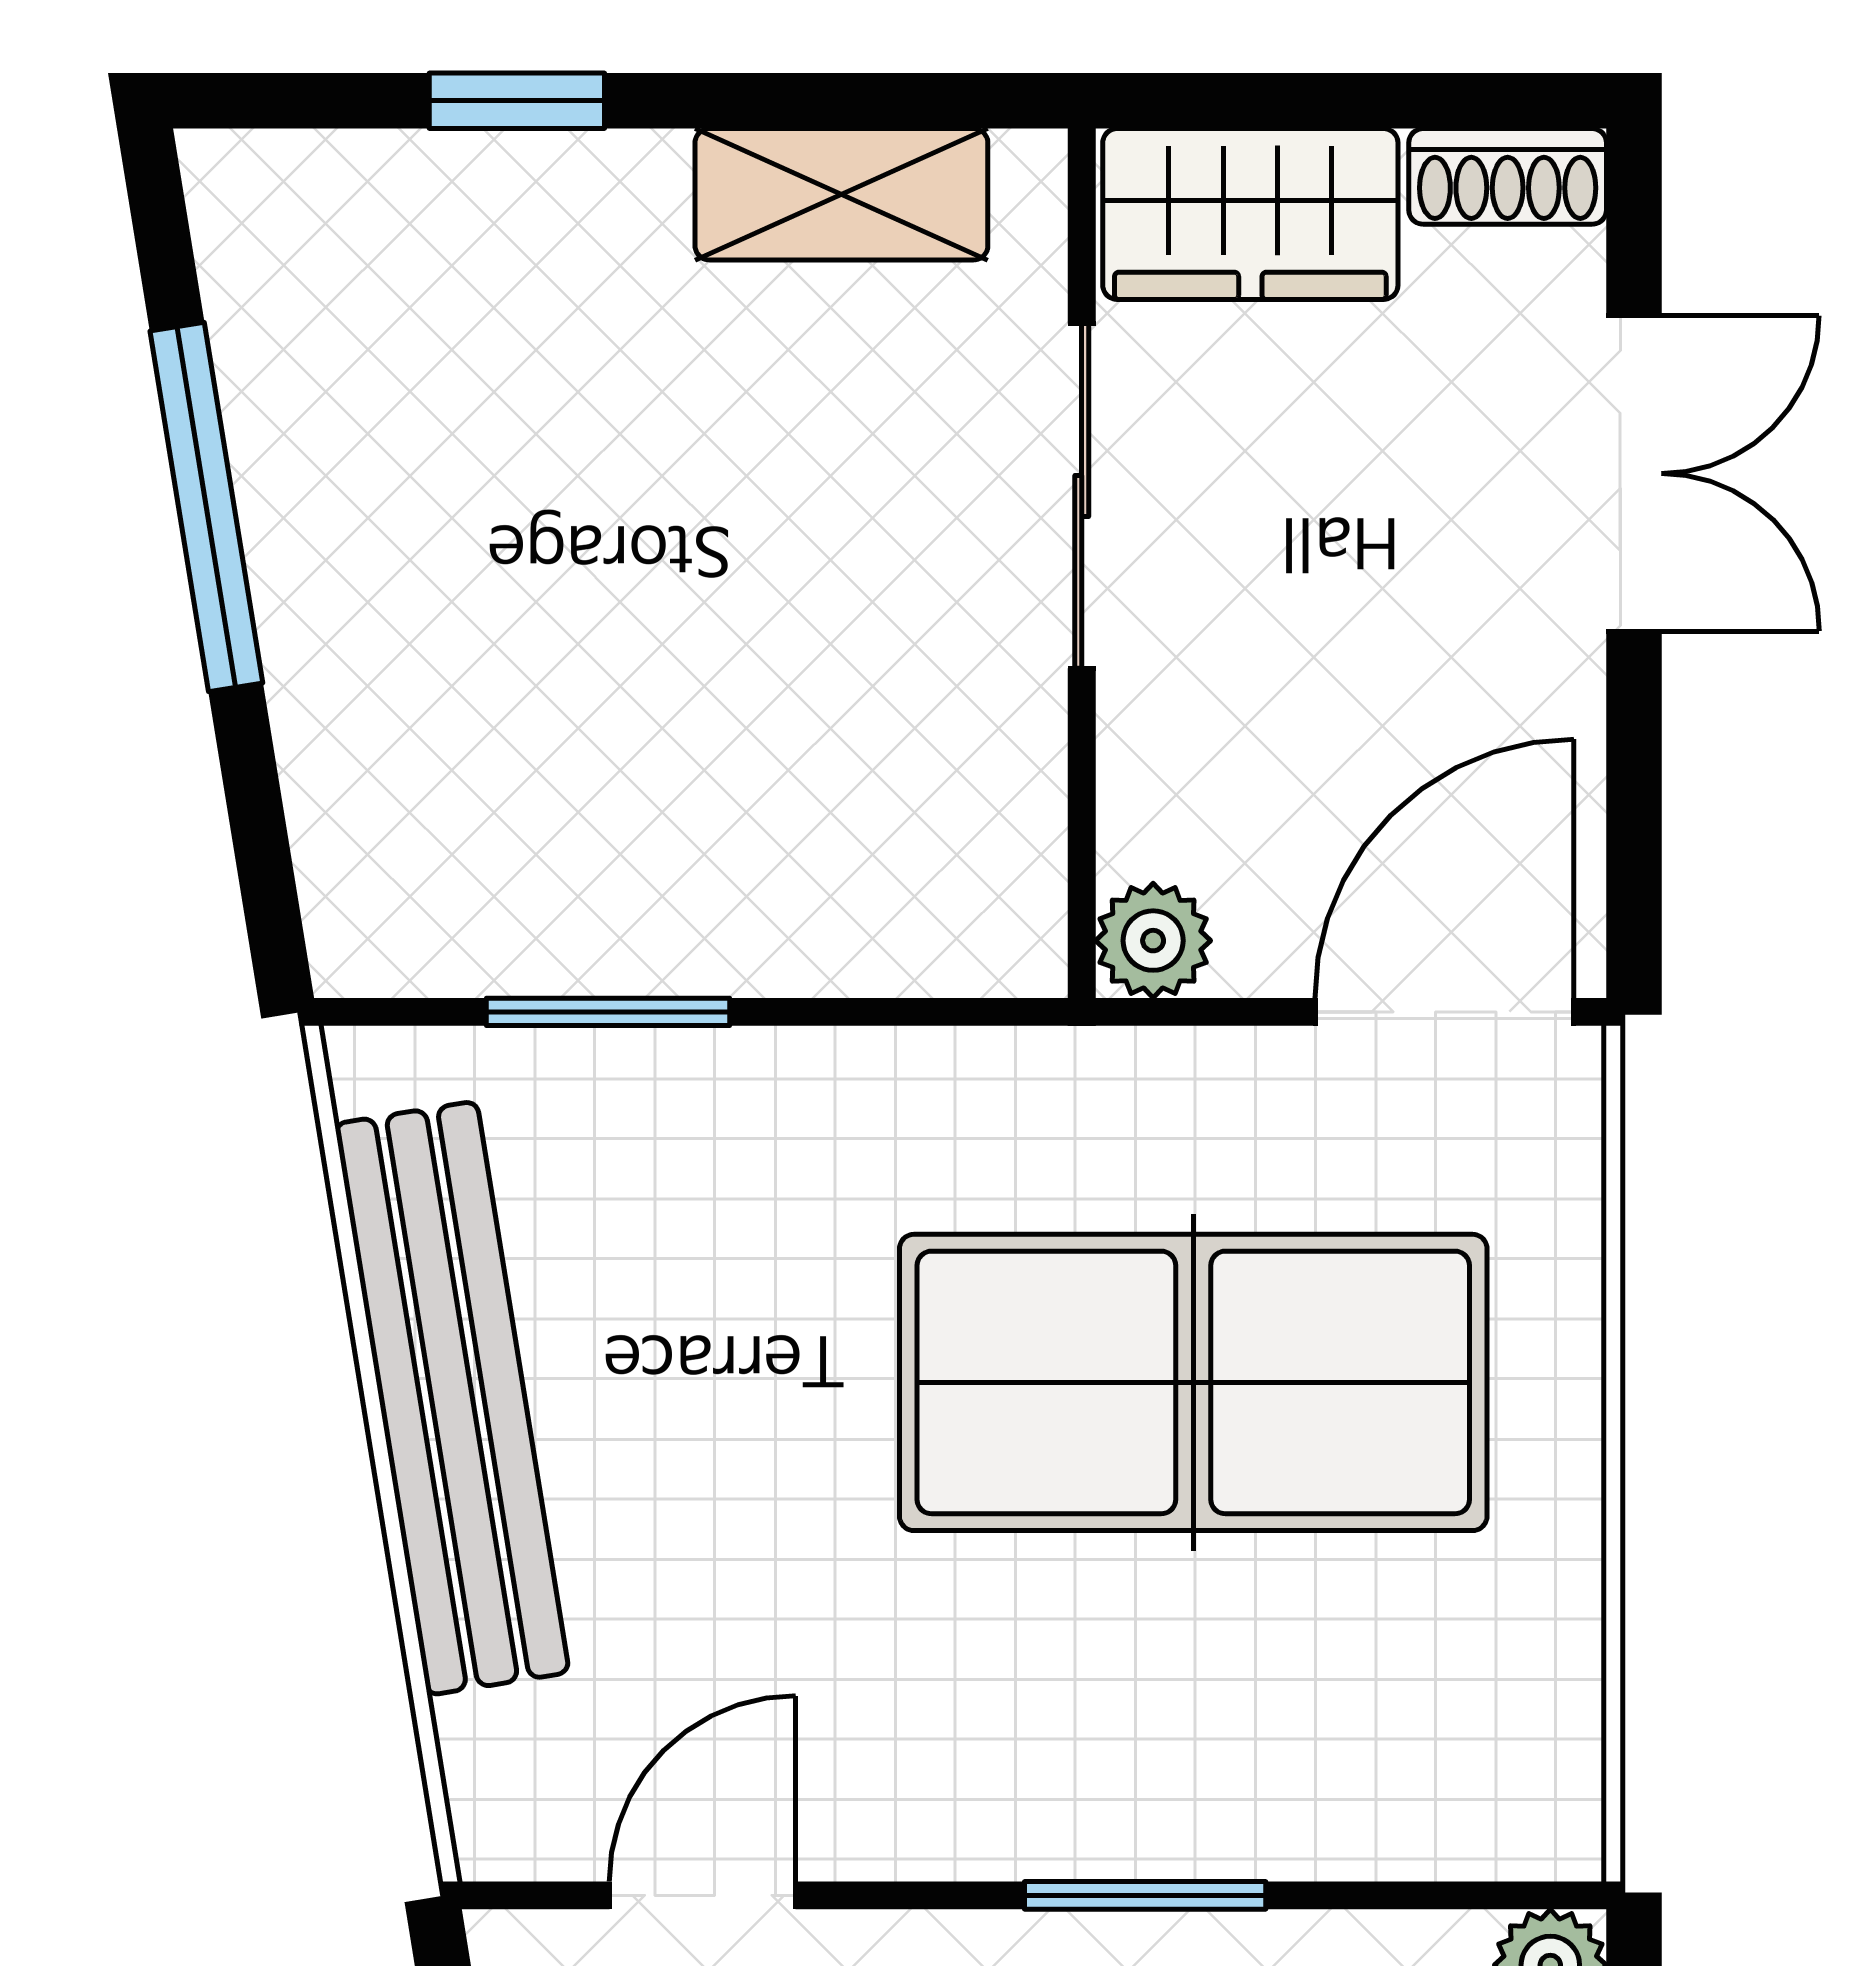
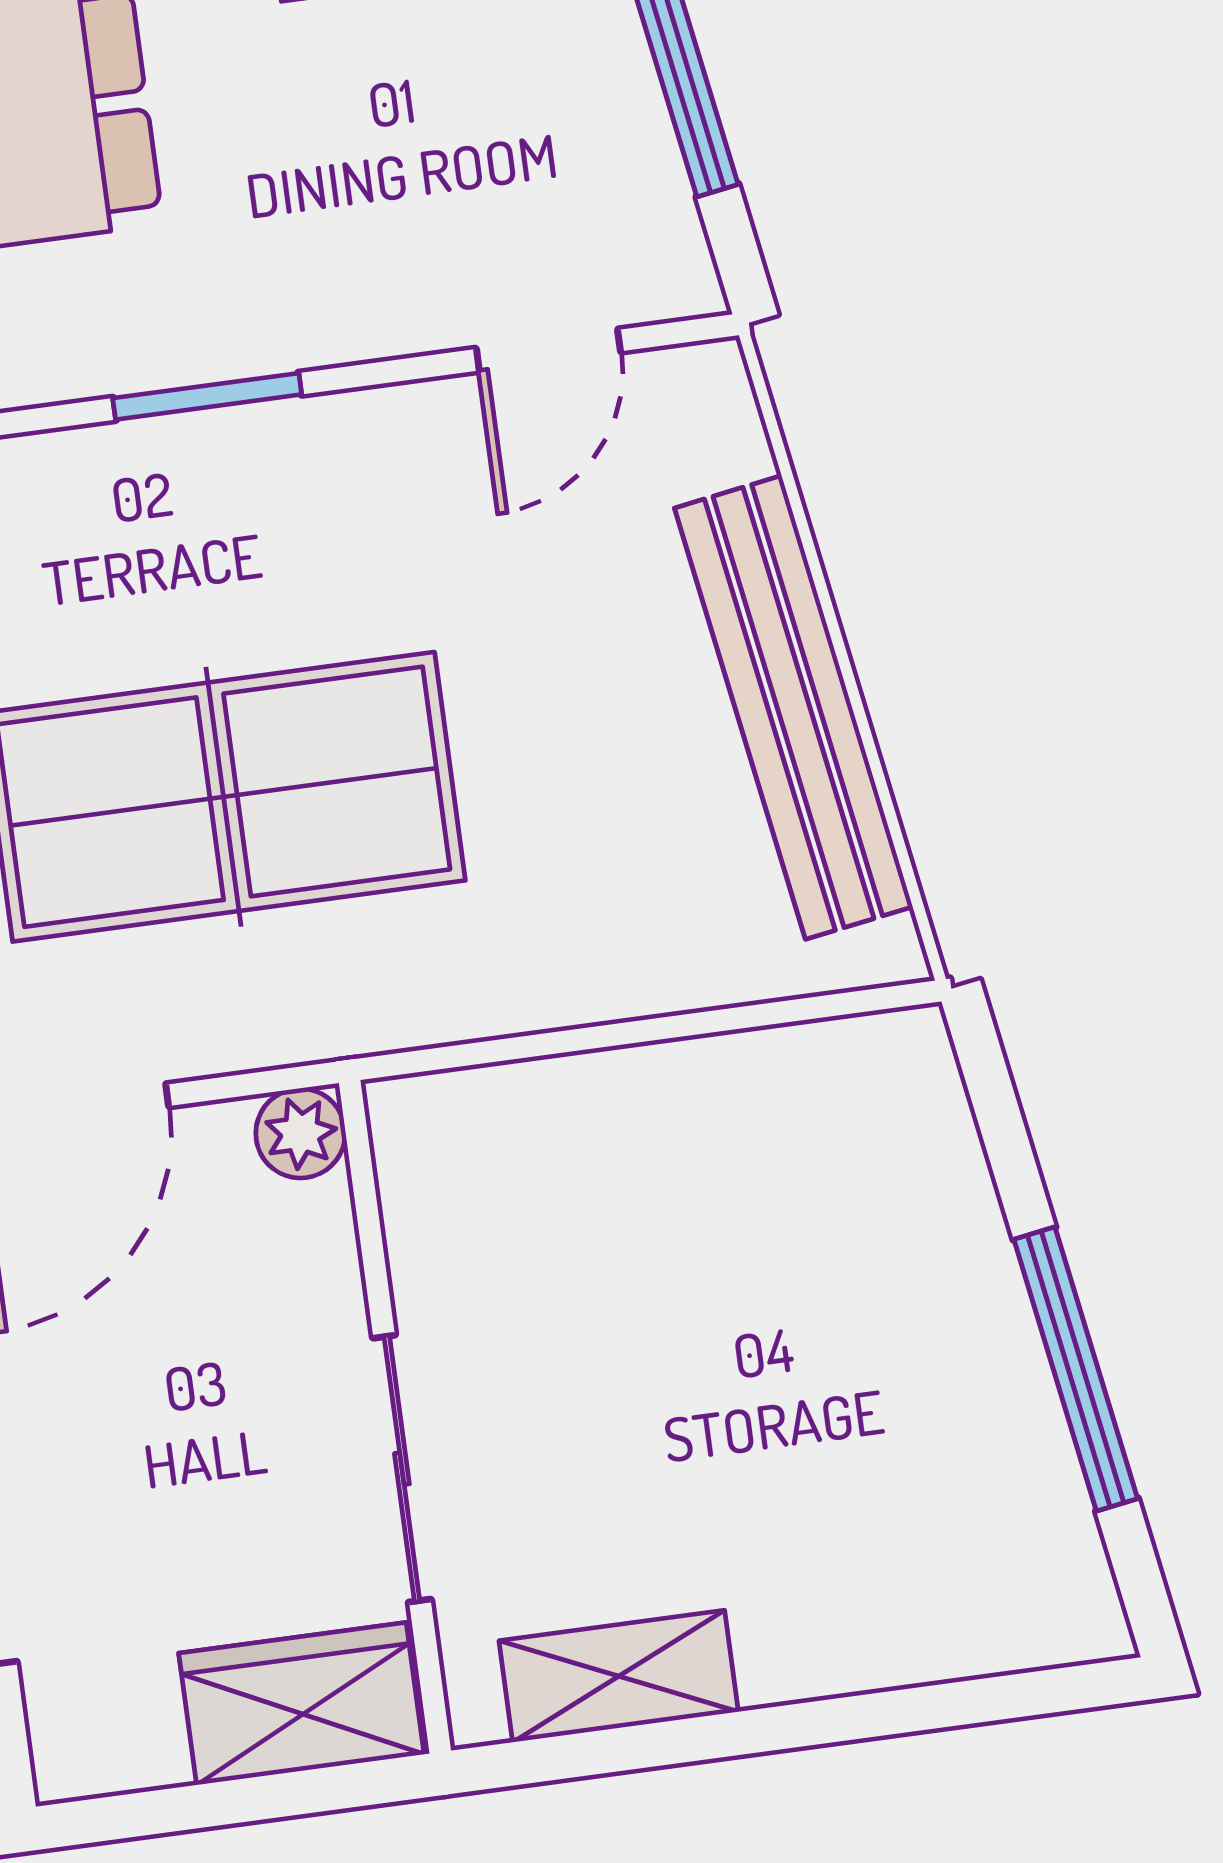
window: (517, 101) -> (879, 1714), removed
shoe rack: (1508, 176) -> (107, 1759), removed
window: (608, 1012) -> (713, 1021), removed

